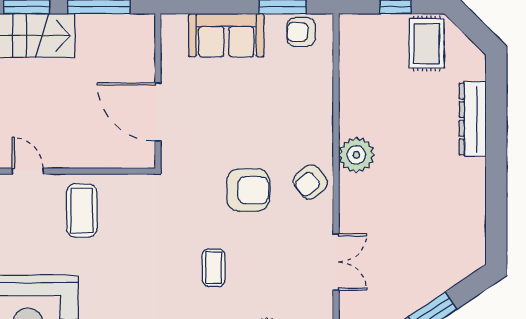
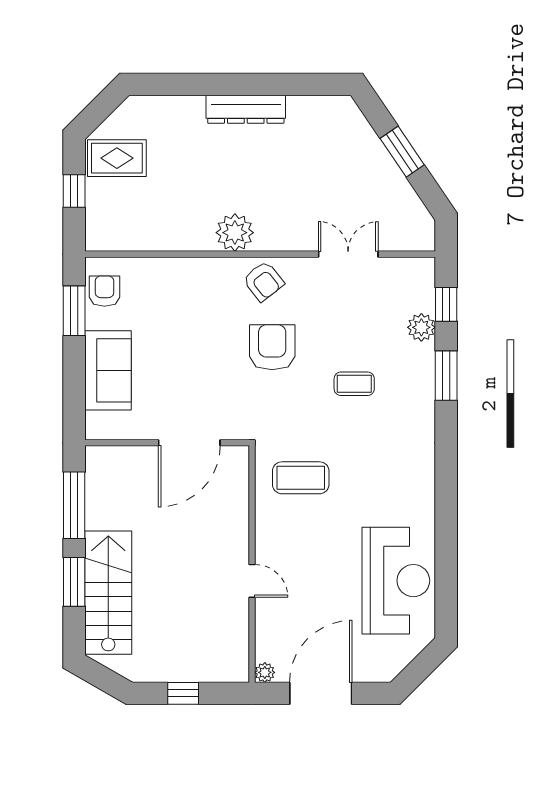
armchair: (301, 32) -> (105, 291), turned 180
dresser: (473, 119) -> (246, 109), moved
door: (28, 171) -> (252, 581), swing flipped
coffee table: (82, 210) -> (301, 478), moved

